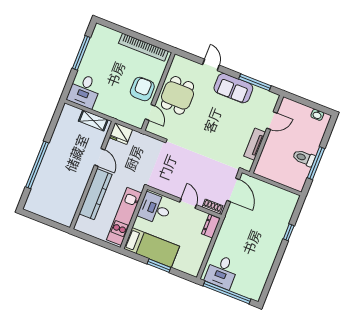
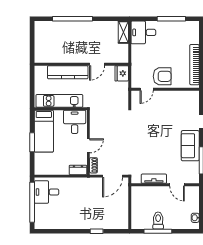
dining table: (177, 95) -> (168, 105), removed
shelving: (93, 120) -> (123, 32), moved

